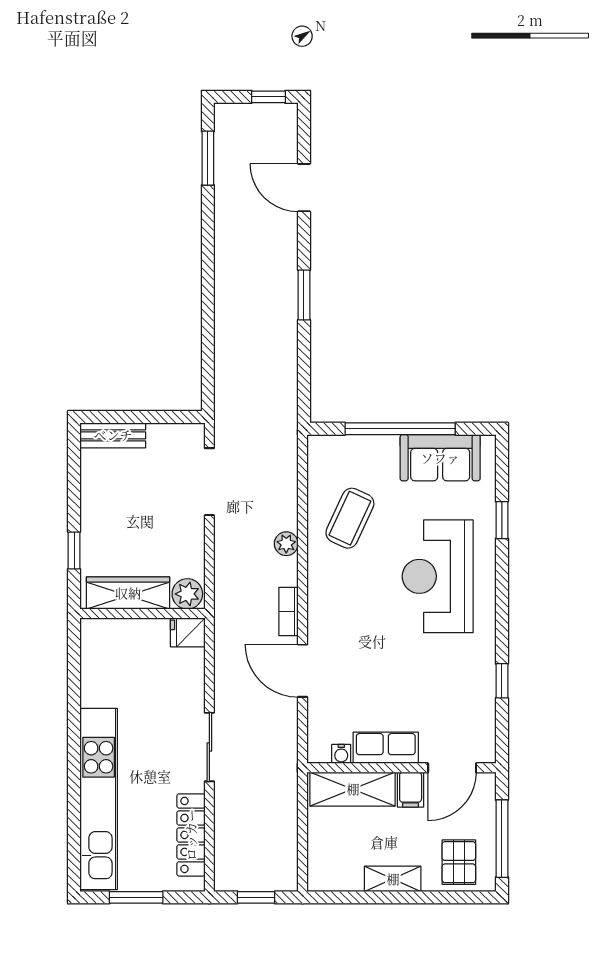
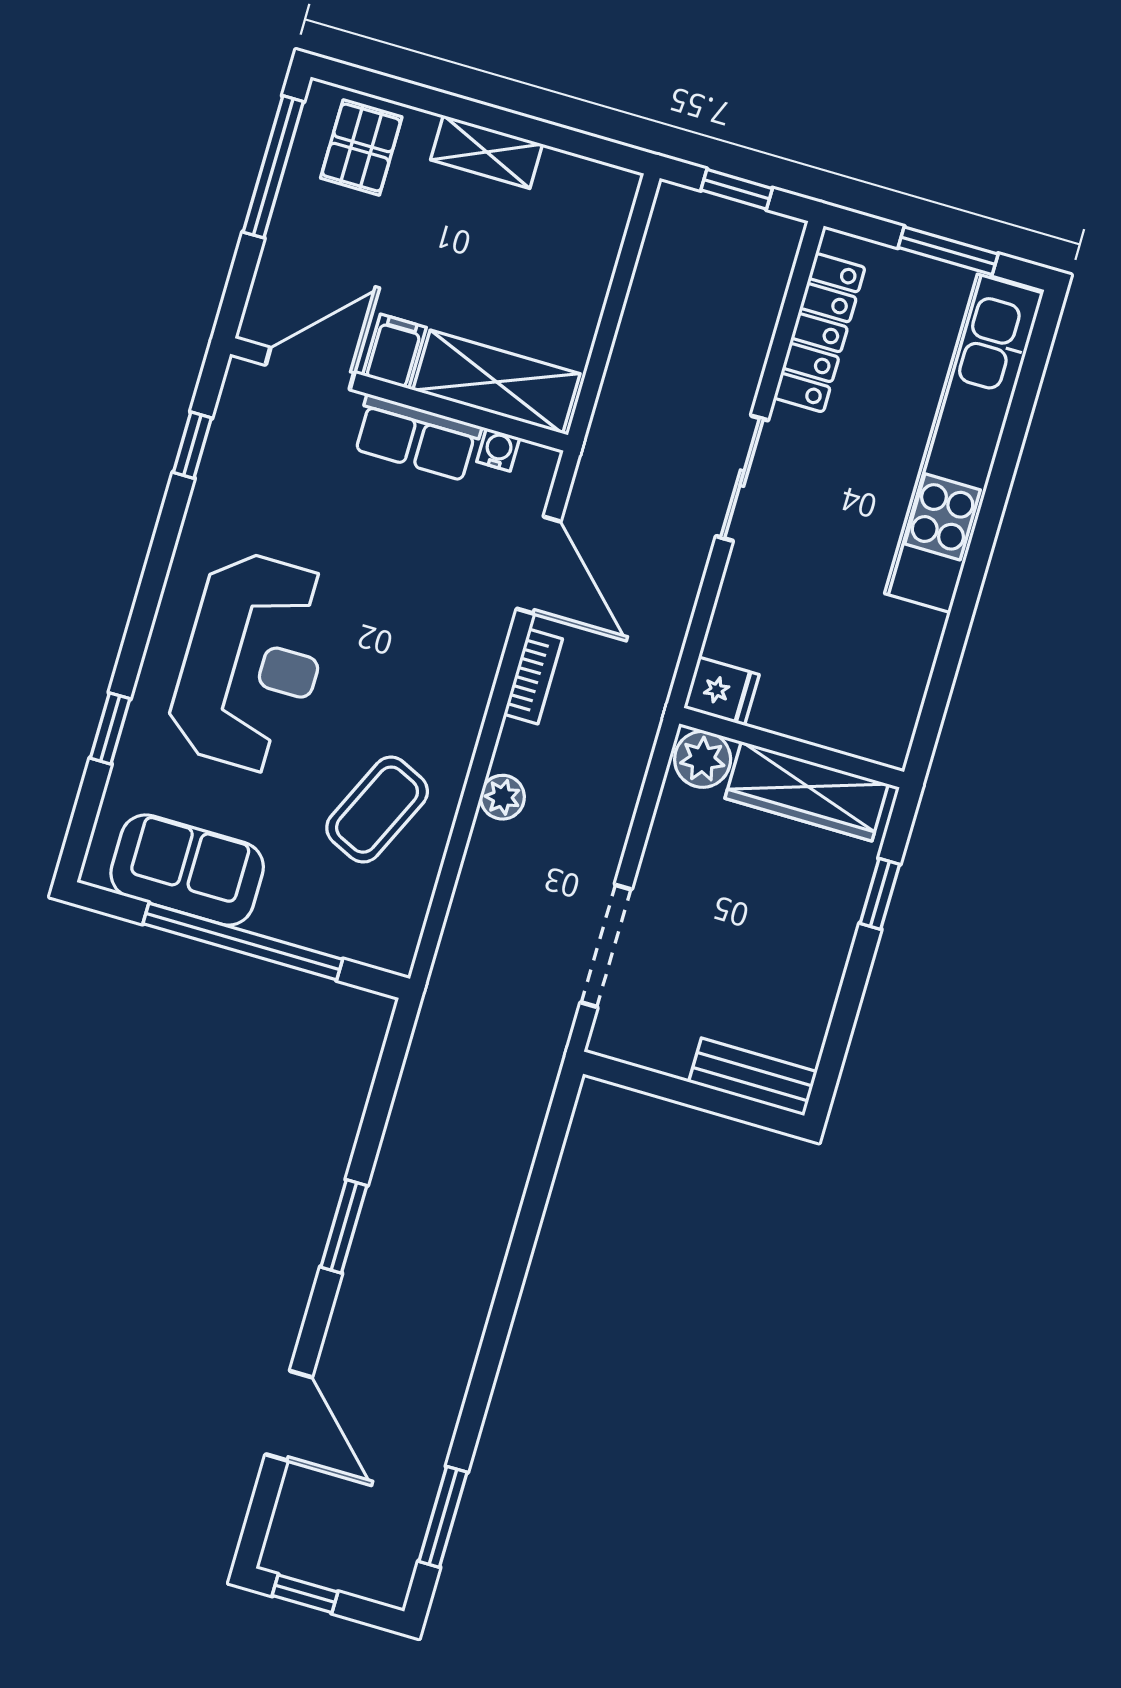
row of seats: (386, 748) -> (417, 438), moved
water cooler: (341, 754) -> (498, 450), moved
wall: (402, 768) -> (399, 394), moved
door: (452, 768) -> (310, 369), moved
shelving: (353, 789) -> (496, 382), moved
filing cabinet: (411, 790) -> (394, 351), moved

